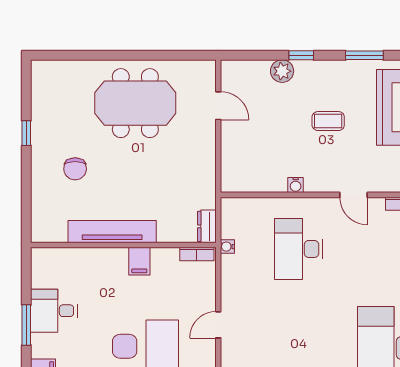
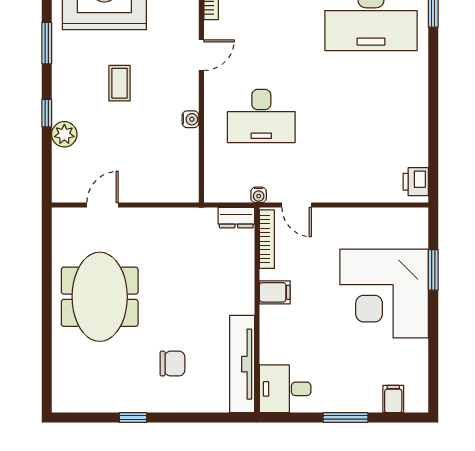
tv unit: (112, 232) -> (242, 364), moved
bookcase: (197, 254) -> (267, 239), width x1.56
desk: (54, 311) -> (285, 389), moved, turned 90
door: (218, 325) -> (297, 205), moved

